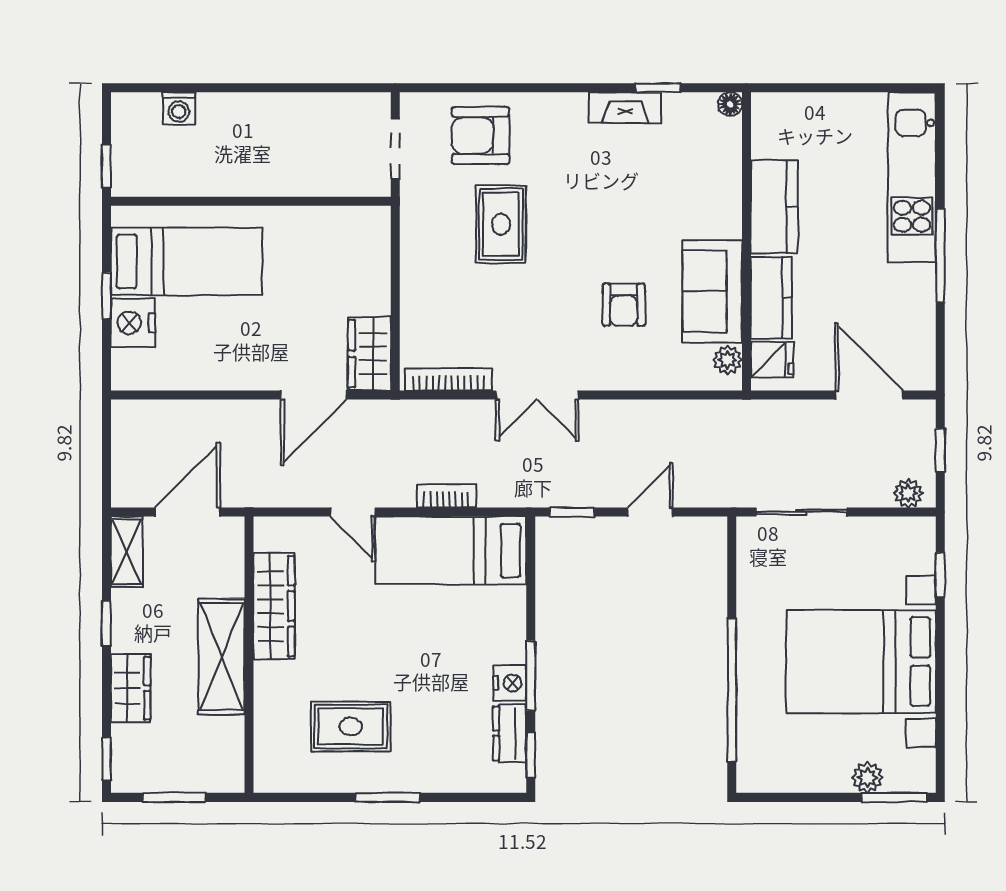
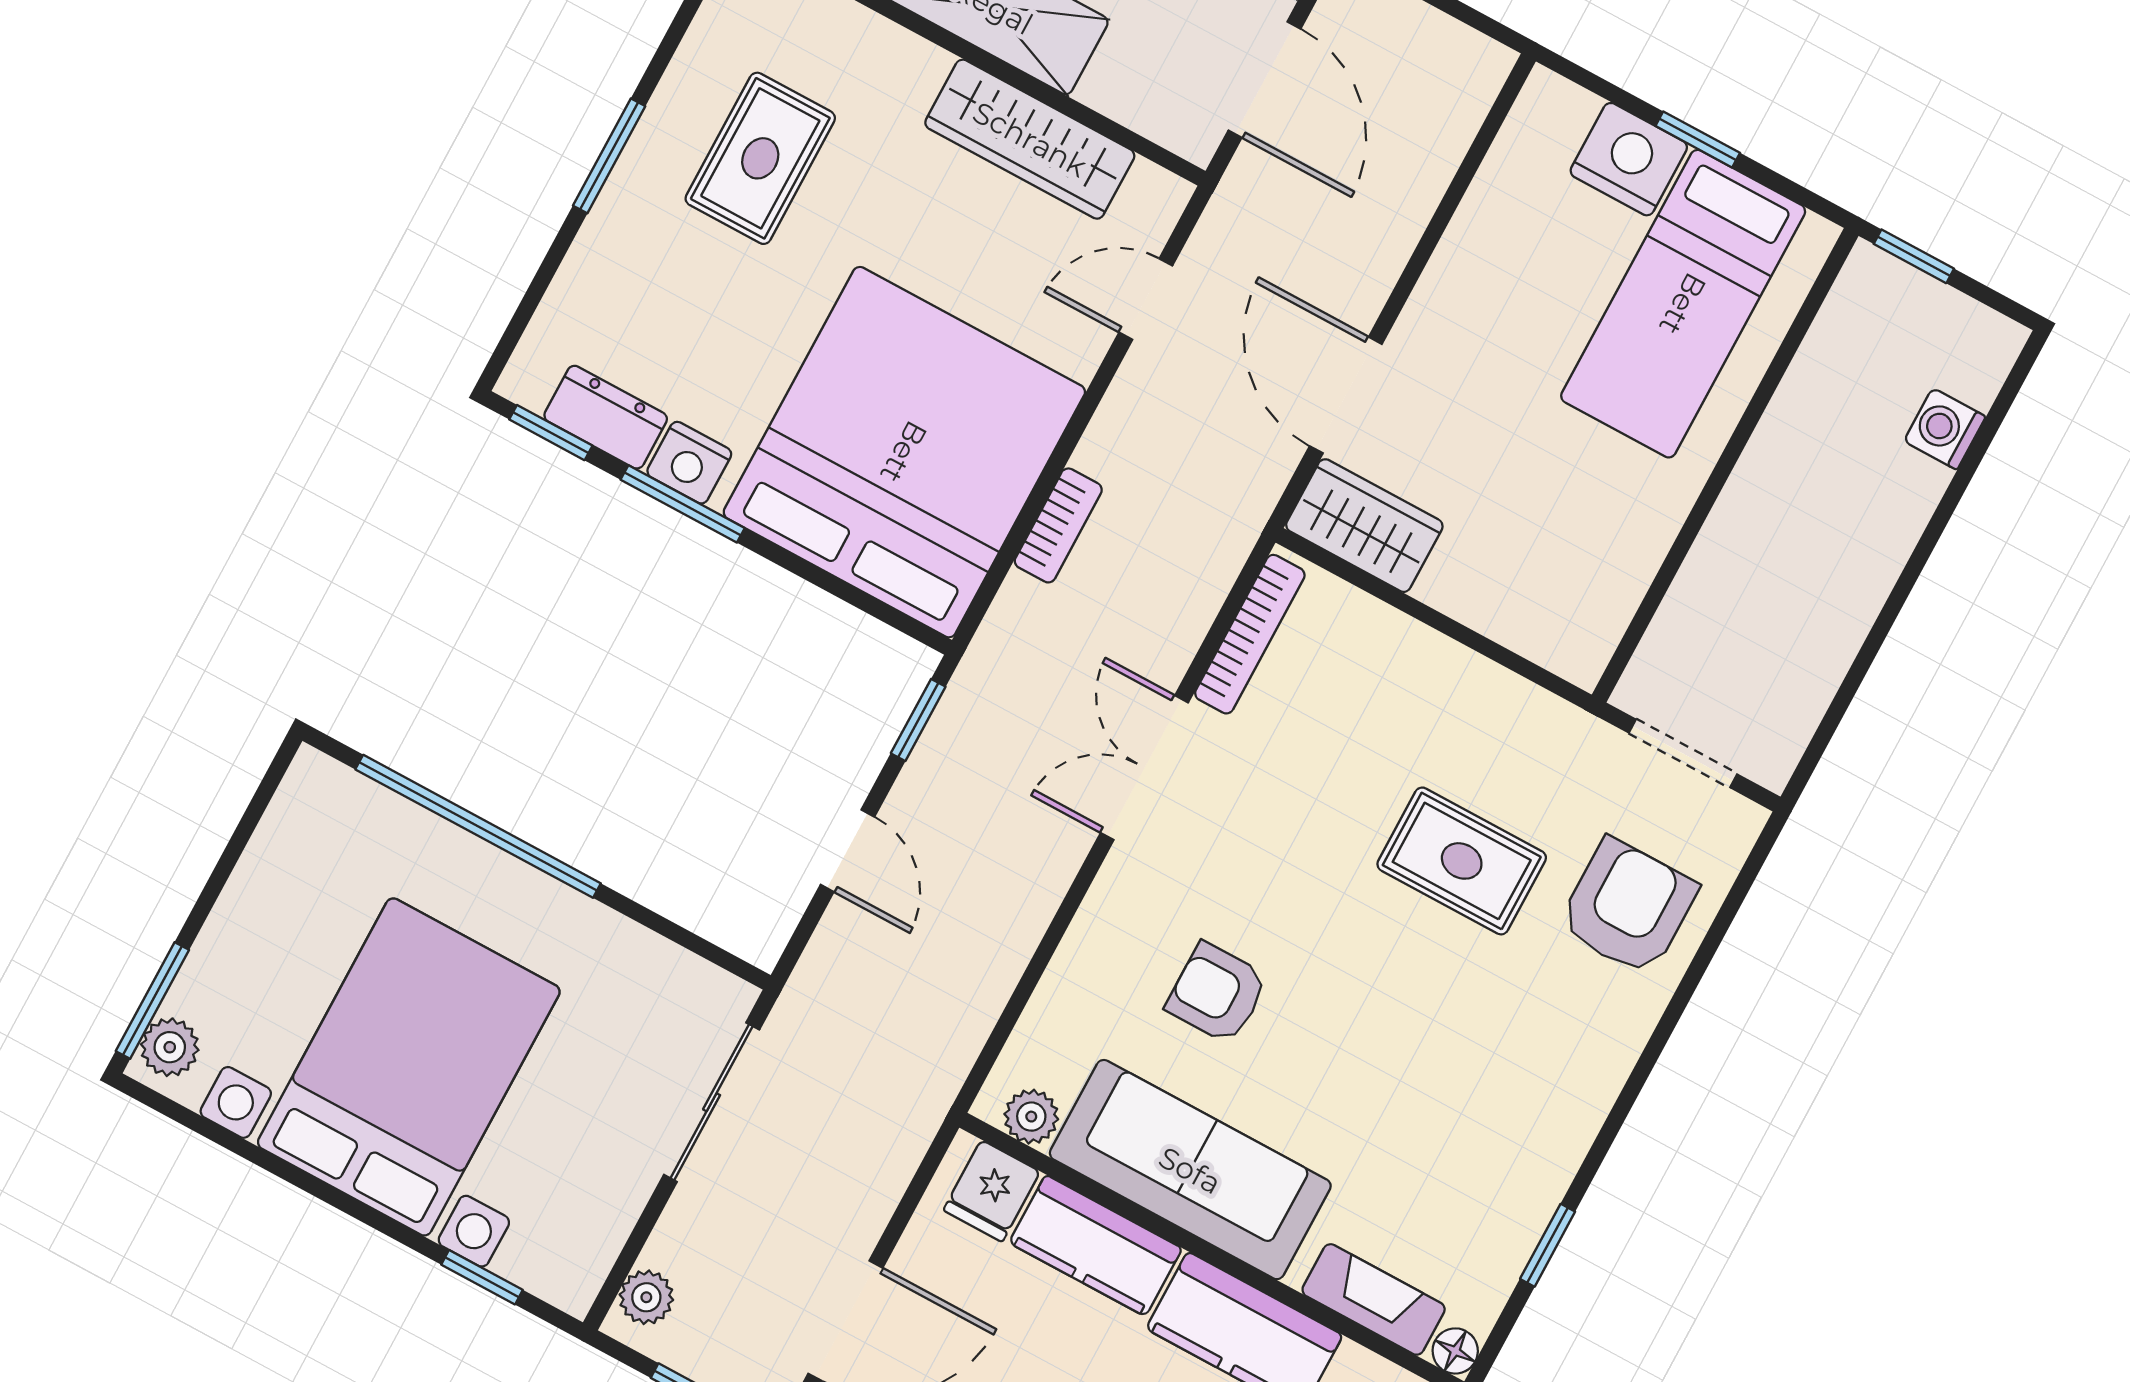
fireplace: (625, 108) -> (1374, 1299), moved, turned 90
sofa: (712, 291) -> (1190, 1170), width x1.36
door: (353, 512) -> (1146, 299), moved
bed: (451, 550) -> (904, 452), width x2.04
plant: (867, 778) -> (170, 1047), moved

